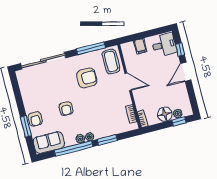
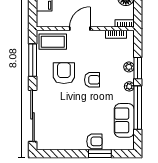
armchair: (66, 109) -> (92, 80), moved
plant: (80, 139) -> (129, 67), moved
sofa: (49, 143) -> (124, 120), moved

